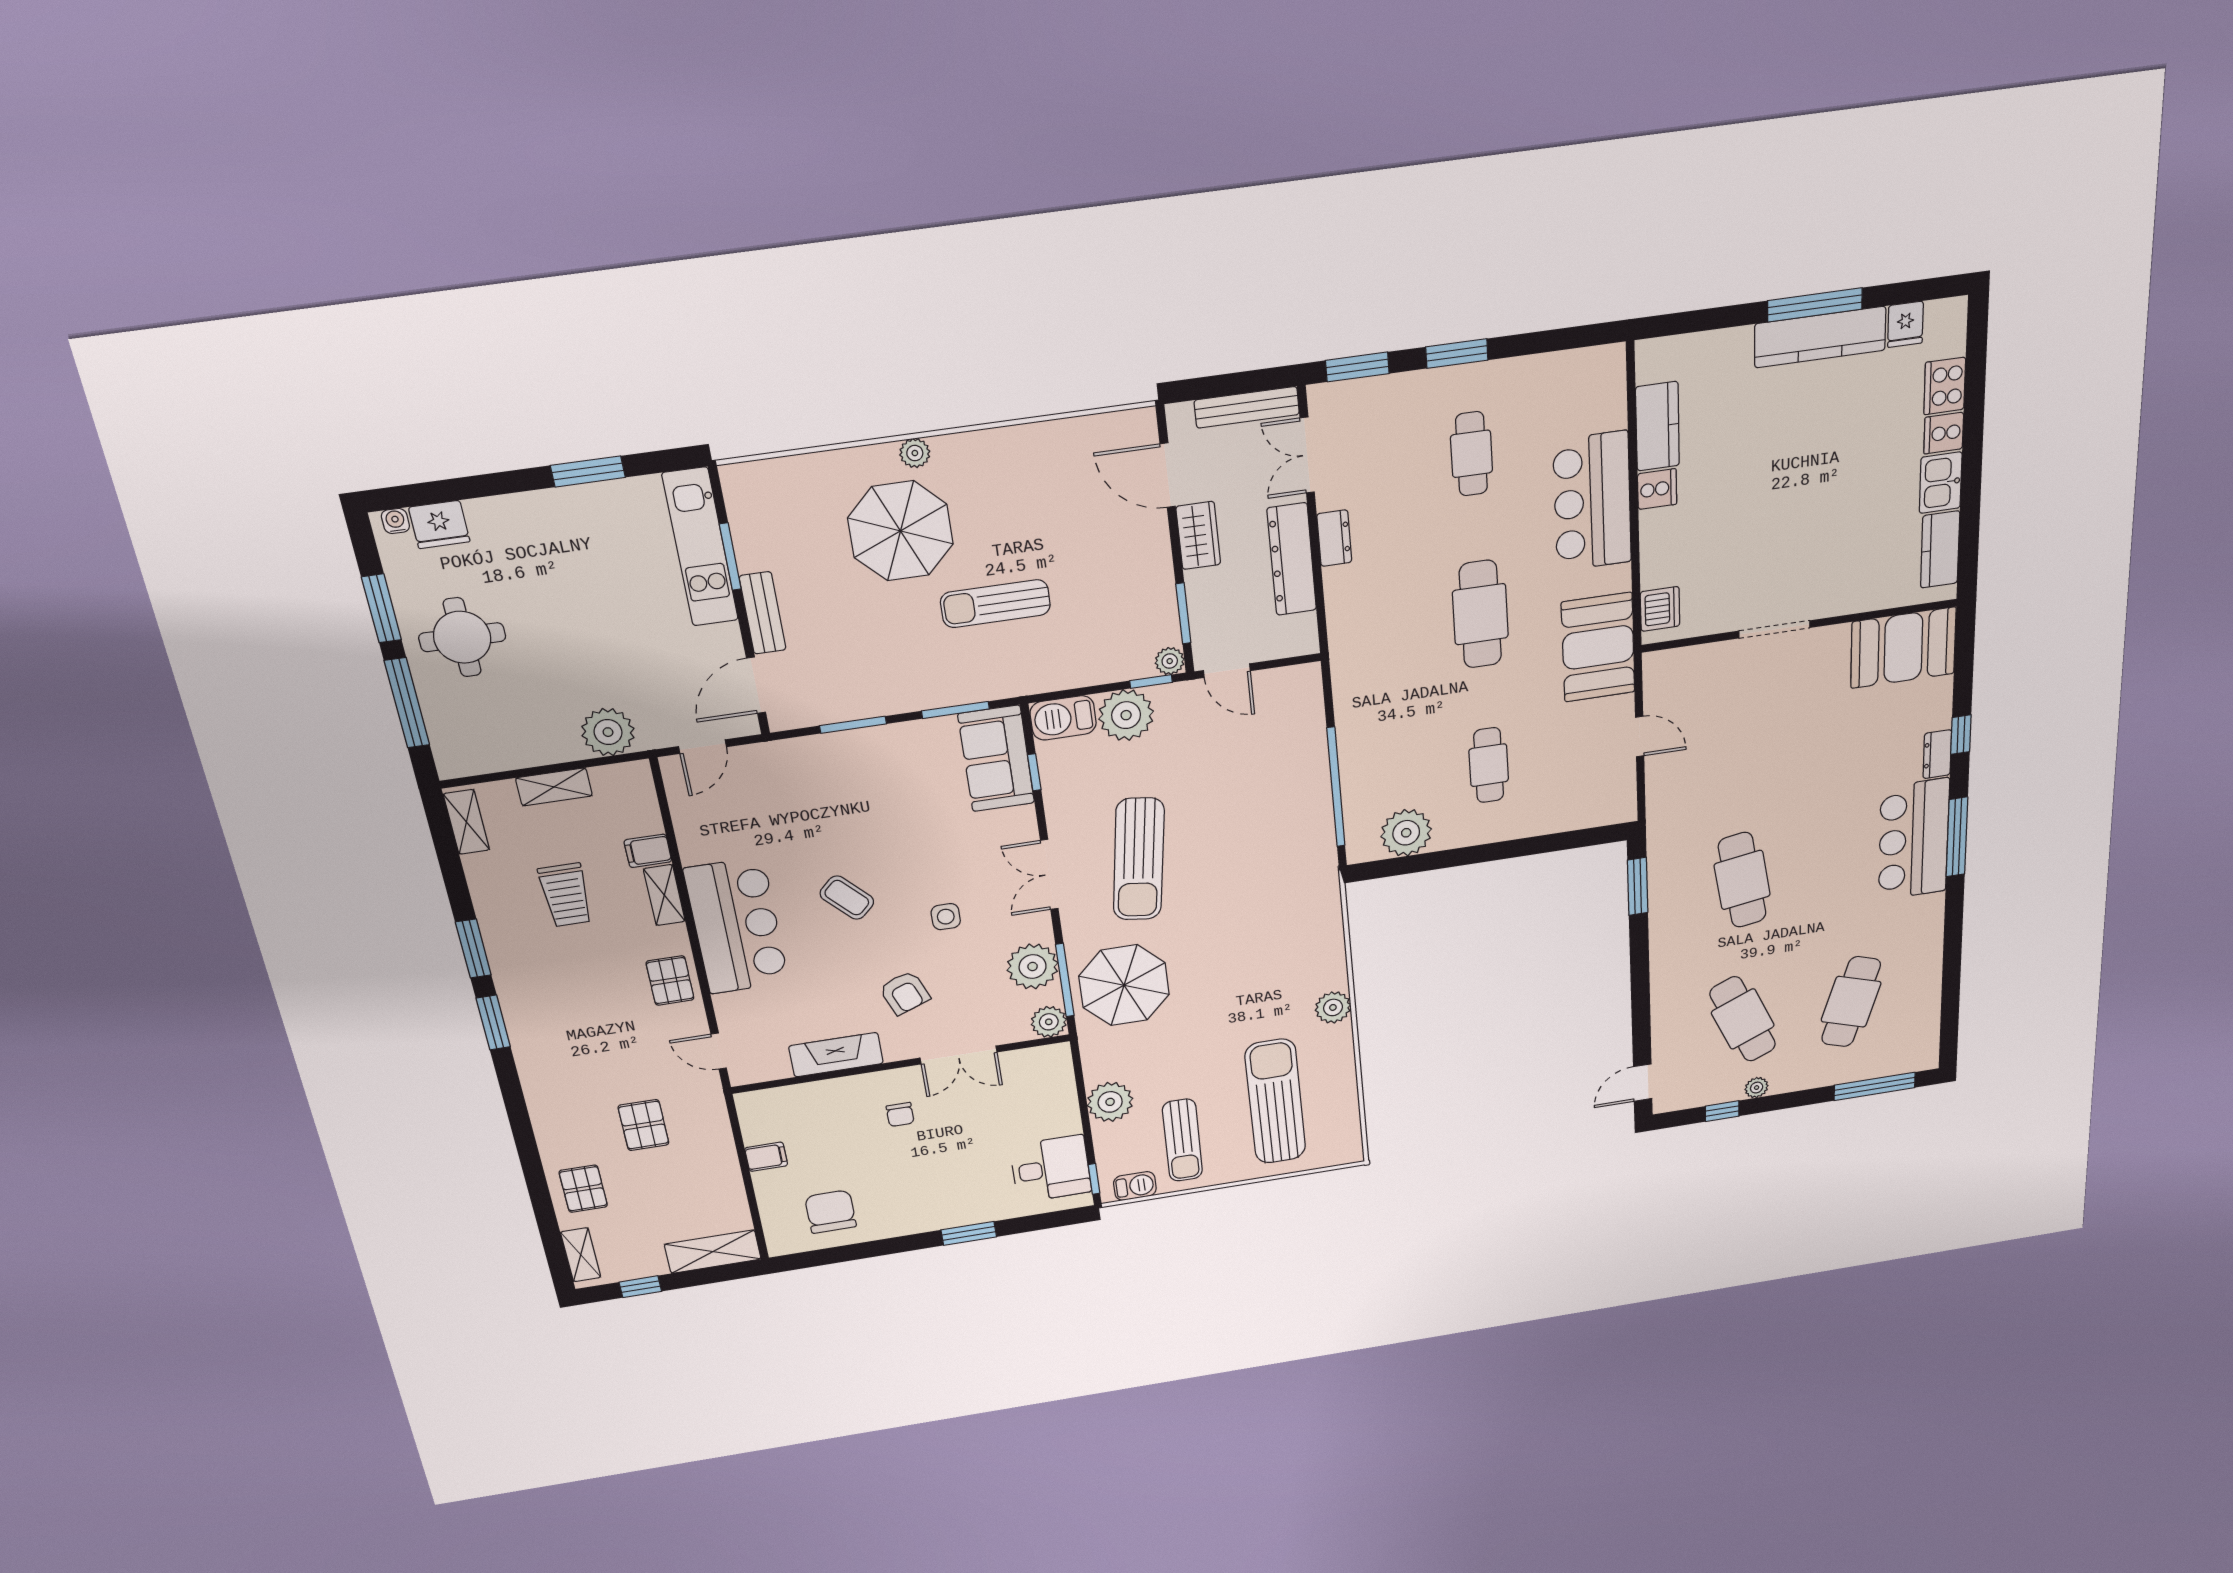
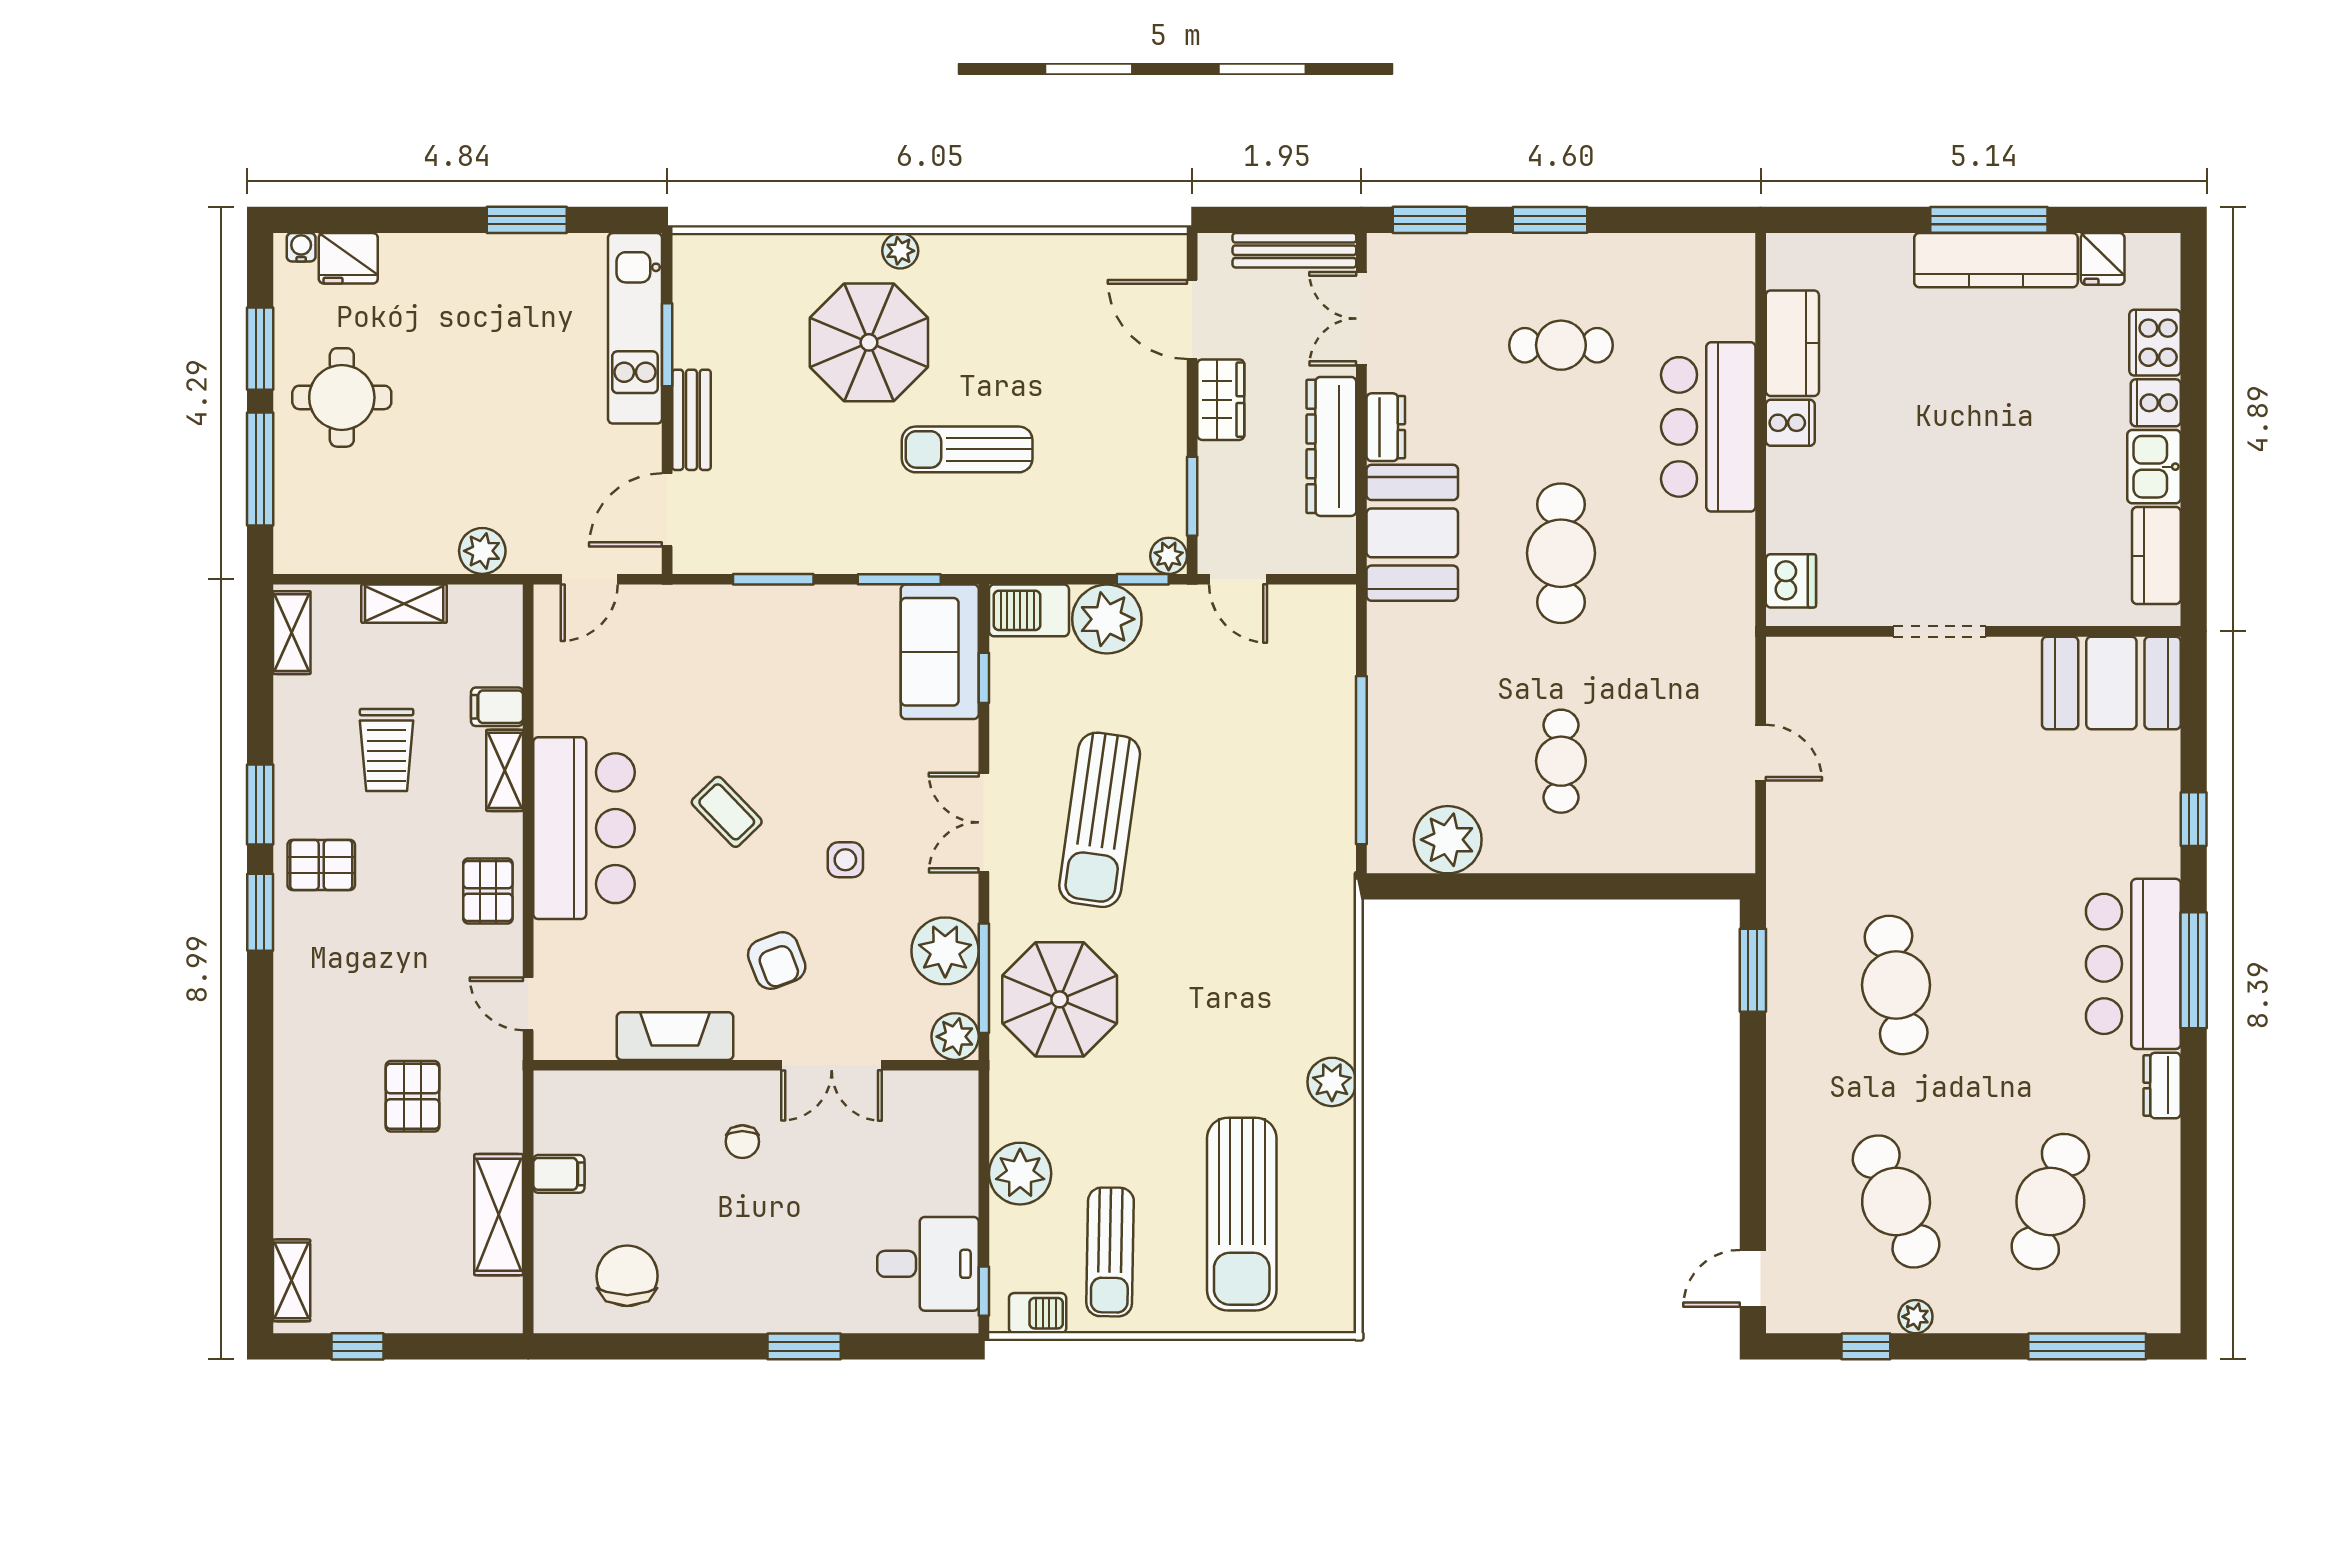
cafe table: (1471, 454) -> (1561, 345), turned 90
booth: (1598, 647) -> (1412, 533), moved
plant: (608, 732) -> (482, 551), width x0.73, depth x0.73
dresser: (1937, 754) -> (2162, 1085), moved
sun lounger: (1275, 1101) -> (1242, 1214), turned 180
pallet: (583, 1189) -> (321, 865), moved, turned 90
shelving: (713, 1252) -> (499, 1215), moved, turned 90

